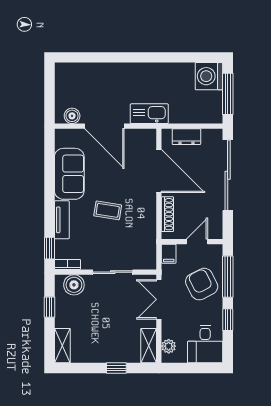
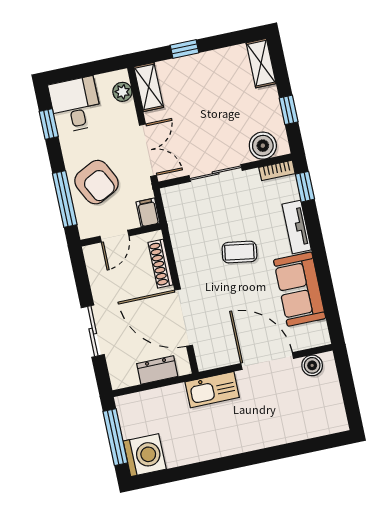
sliding door: (228, 175) -> (93, 331), width x0.54
window: (228, 320) -> (49, 124), moved

